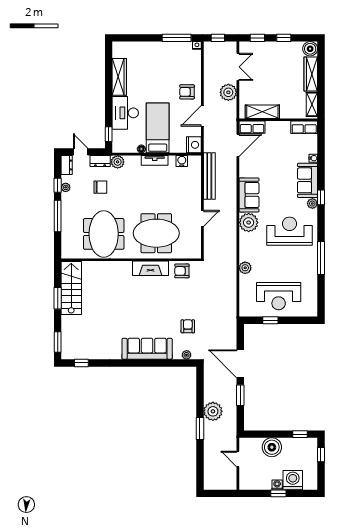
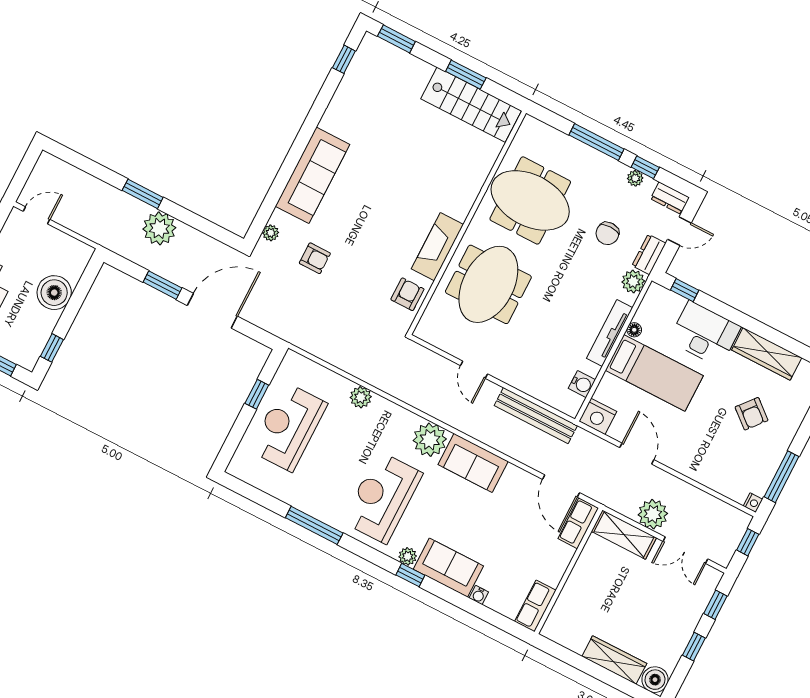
armchair: (187, 92) -> (751, 414), moved, turned 130
shelving: (312, 104) -> (565, 637), removed
shelving: (262, 112) -> (624, 535), moved, turned 90
tv unit: (155, 160) -> (610, 333), width x1.41
reception desk: (289, 231) -> (382, 497), turned 180
door: (238, 459) -> (37, 215), moved

